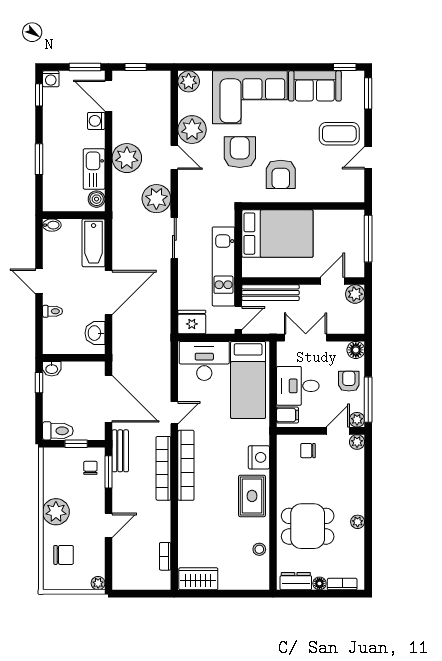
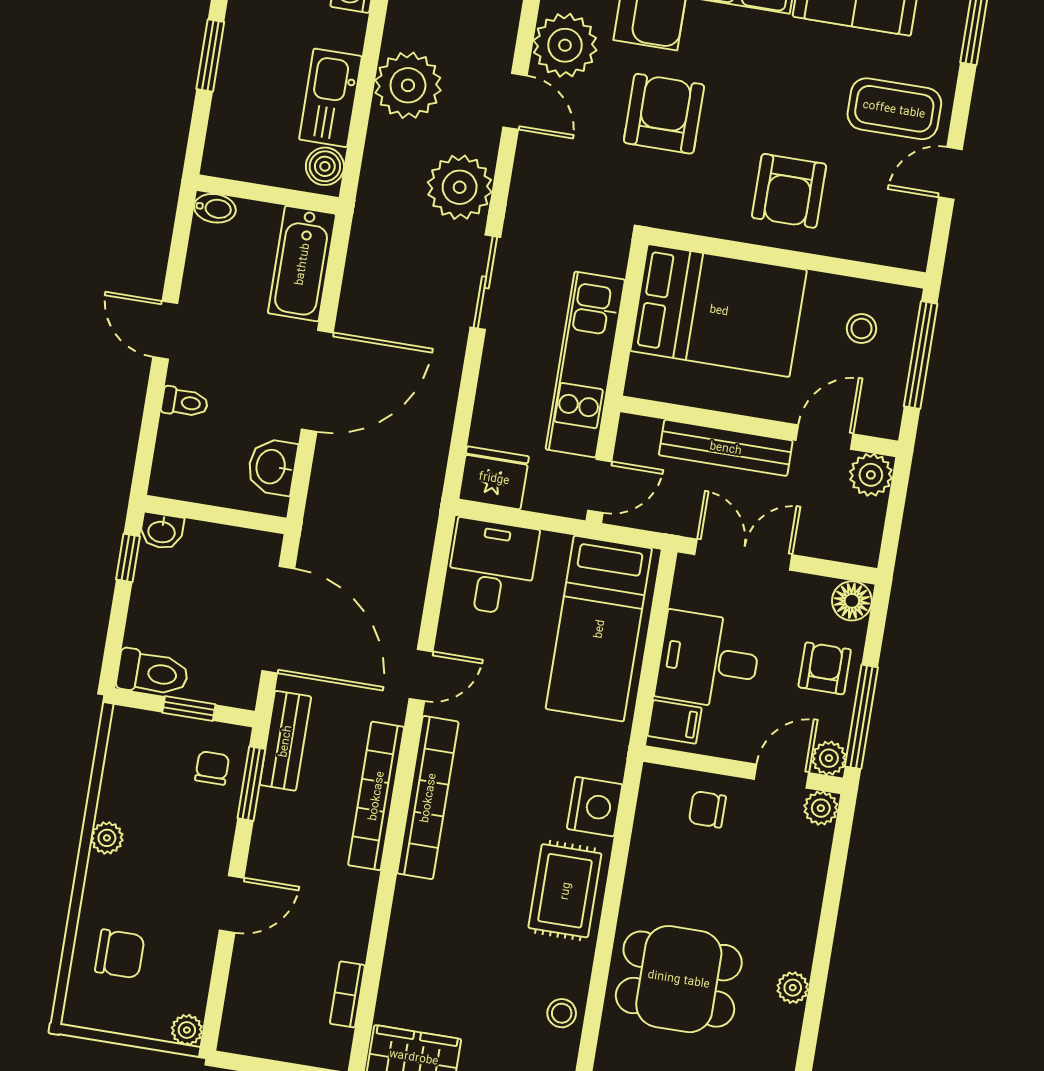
armchair: (281, 174) -> (789, 191), moved
stool: (341, 231) -> (862, 329), added
bench: (271, 293) -> (726, 448), moved
desk: (204, 361) -> (492, 567), width x0.73
plant: (56, 512) -> (107, 838), width x0.53, depth x0.53

